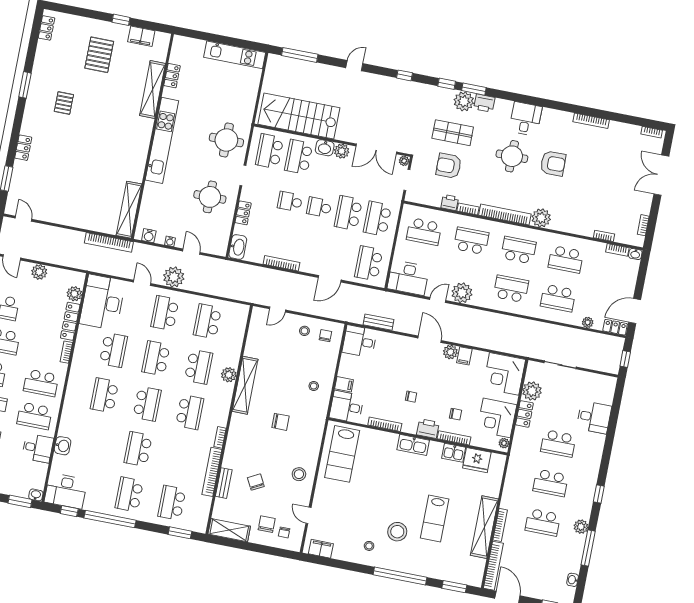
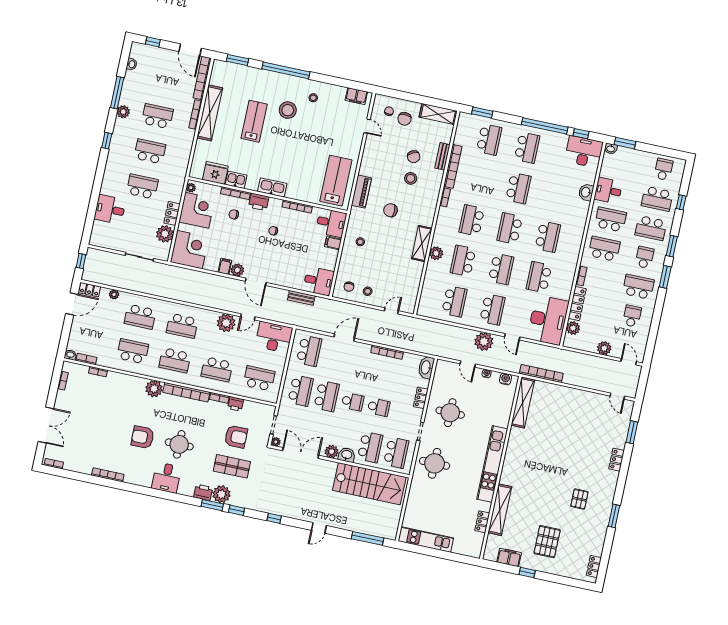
school desk: (558, 298) -> (140, 317), turned 180
shelving: (245, 385) -> (422, 244), width x0.68
piano: (313, 442) -> (361, 192), added
stool: (299, 474) -> (411, 178), moved

